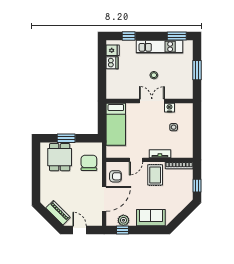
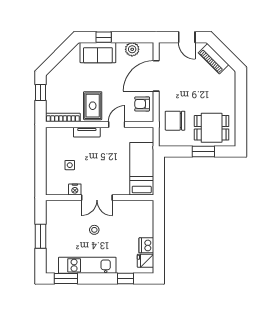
dining table: (60, 157) -> (212, 128), turned 90
chair: (89, 163) -> (175, 121), turned 90
window: (123, 230) -> (104, 37), moved

